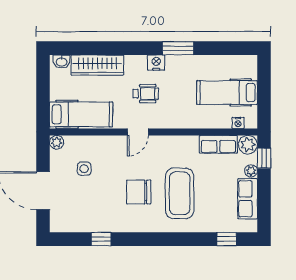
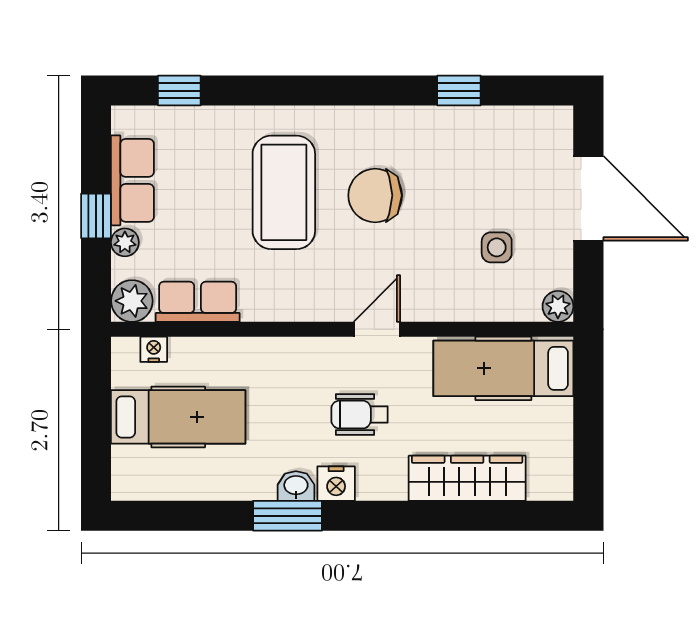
washbasin: (62, 62) -> (296, 486), moved
window: (264, 158) -> (96, 216), moved
chair: (139, 192) -> (375, 195), turned 180

